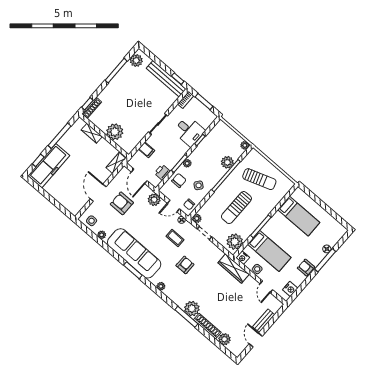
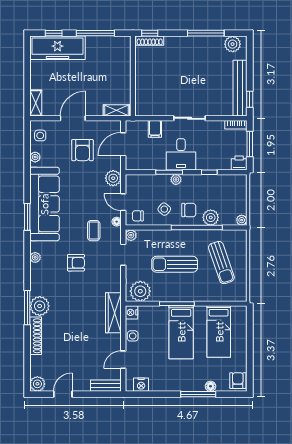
desk: (189, 131) -> (181, 154), moved
plant: (115, 132) -> (146, 83), removed
shelving: (92, 133) -> (36, 103), moved
printer: (162, 172) -> (239, 163), moved
chair: (179, 180) -> (189, 210), moved
armchair: (122, 203) -> (82, 150), turned 180
bed: (269, 251) -> (181, 332), moved
armchair: (306, 268) -> (238, 381), moved
bench: (264, 321) -> (106, 386), moved
plant: (224, 339) -> (37, 384), moved

